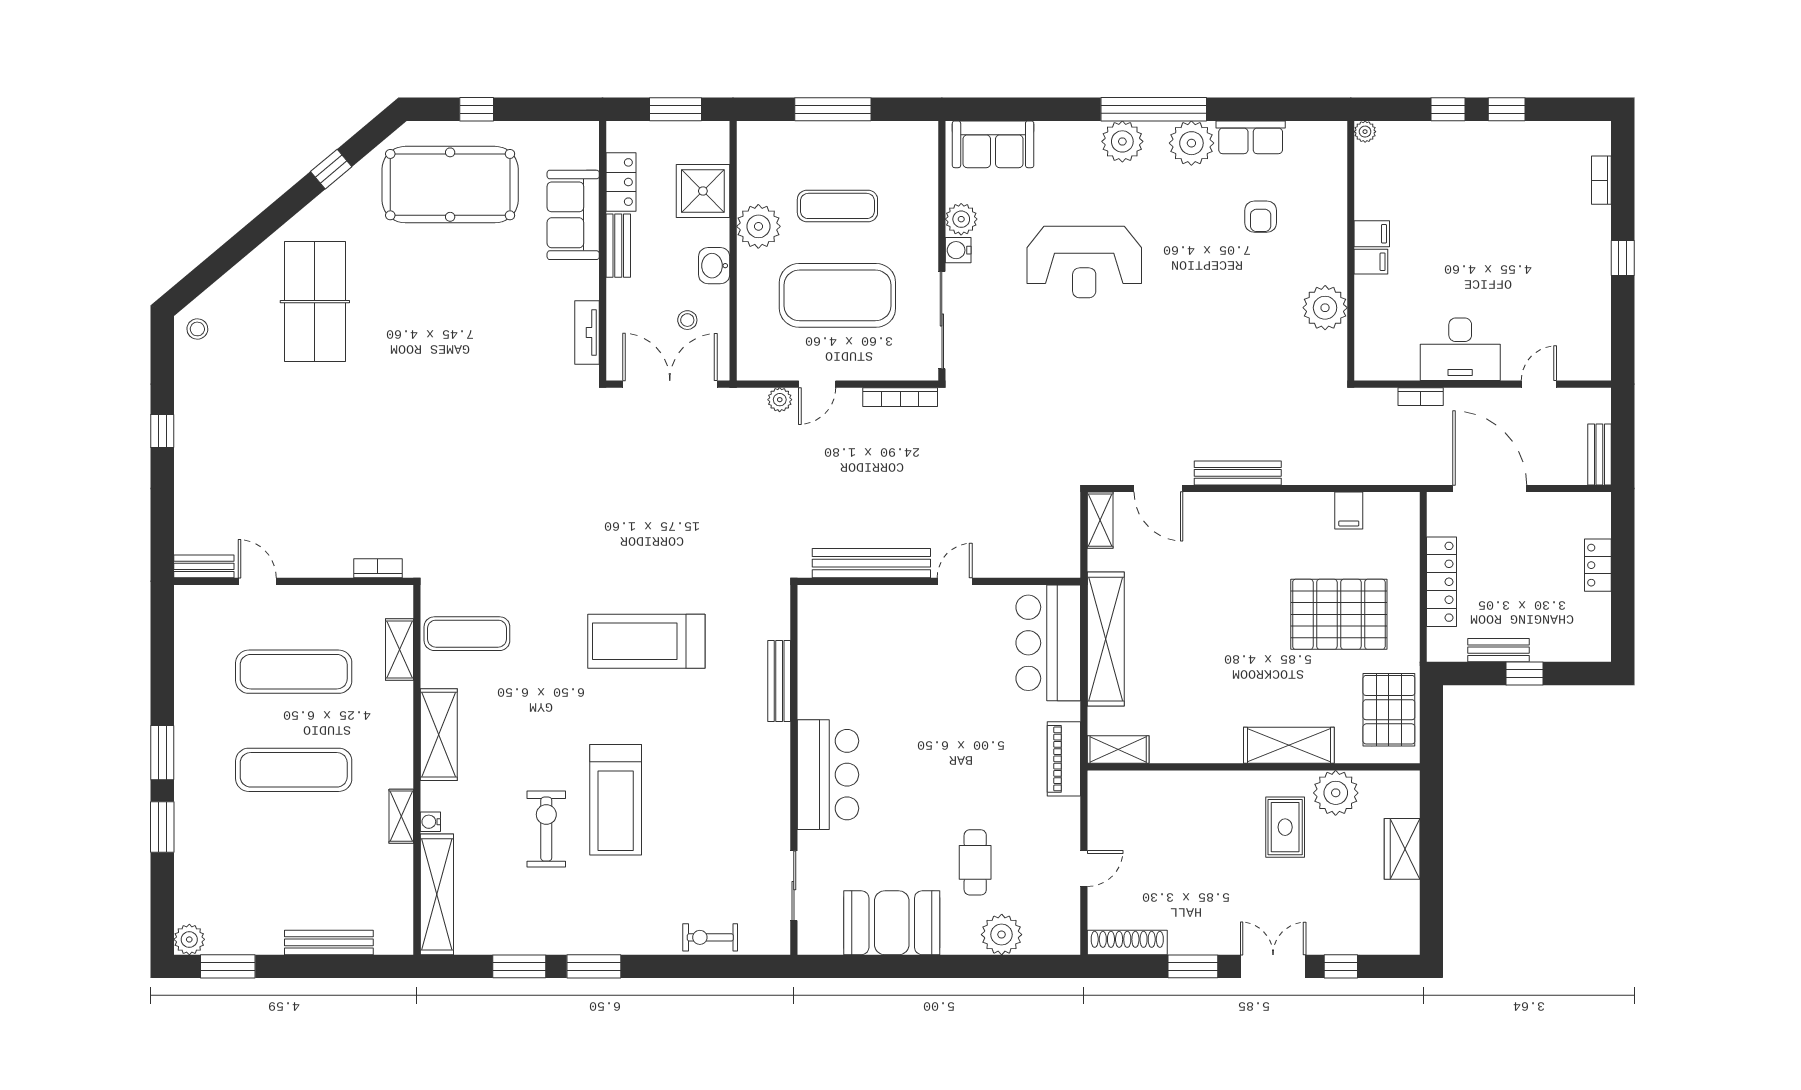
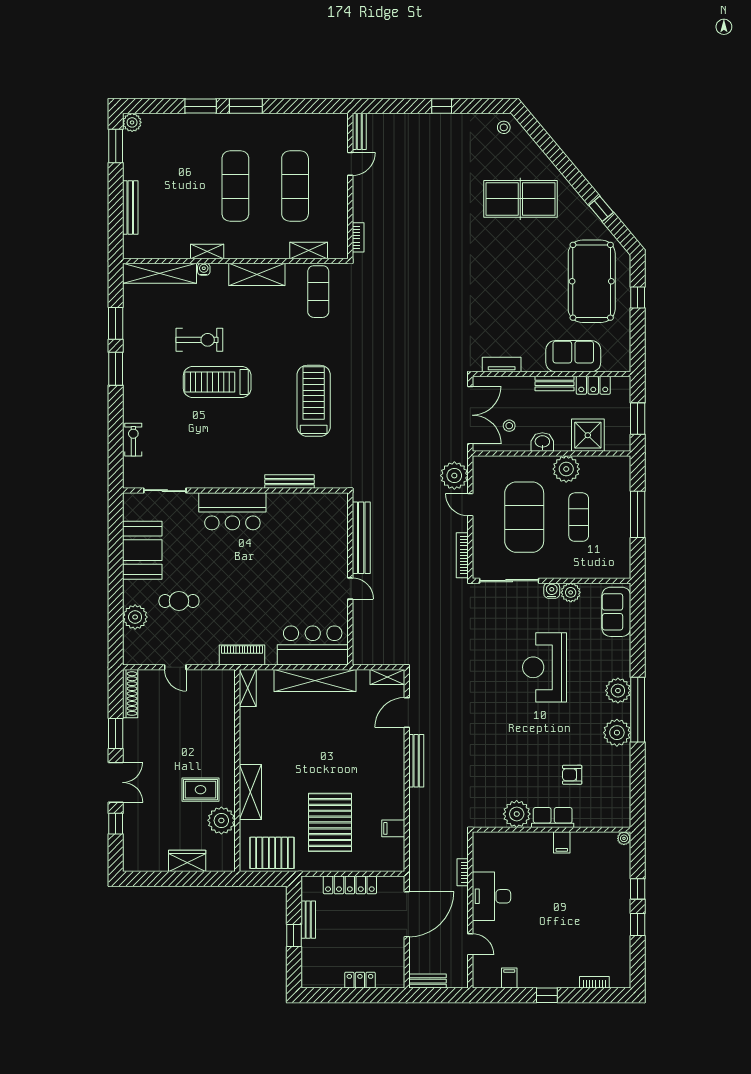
row of seats: (1251, 137) -> (553, 817), moved, turned 90
filing cabinet: (1371, 262) -> (509, 978), moved, turned 180
plant: (780, 400) -> (454, 476), width x1.87, depth x1.87

